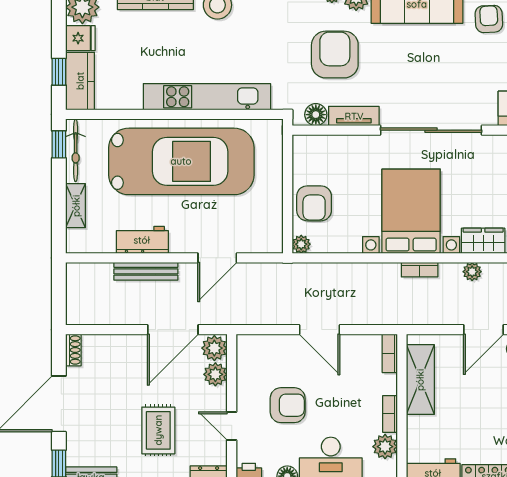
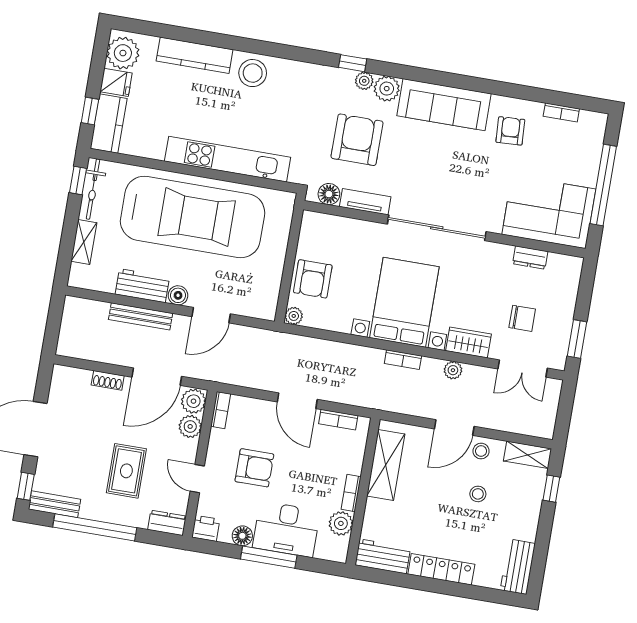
boiler: (180, 243) -> (178, 295), added
shoe rack: (73, 350) -> (108, 380), moved, turned 90
bookcase: (243, 352) -> (221, 410), added
bookcase: (390, 354) -> (338, 420), moved, turned -90

